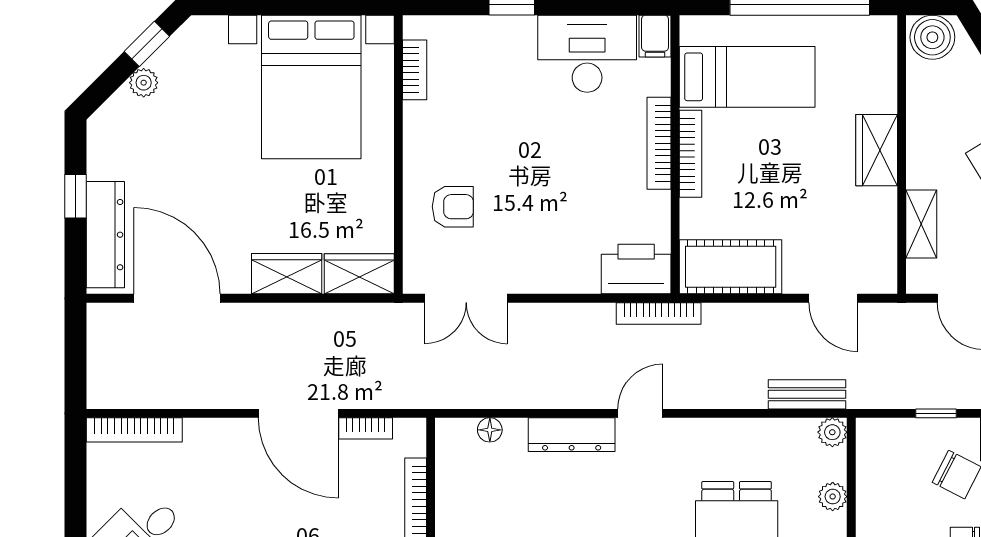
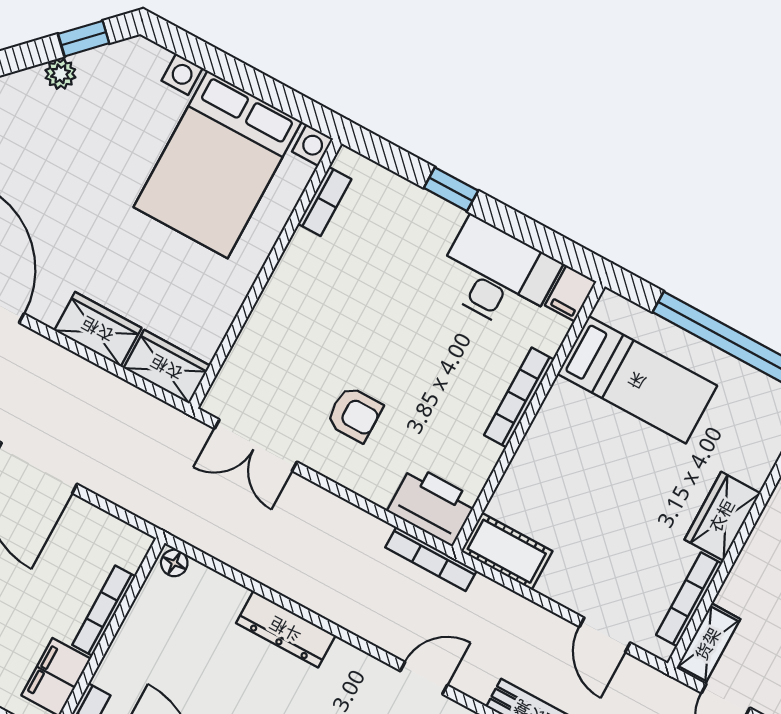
bookcase: (691, 154) -> (689, 599), moved, turned 180
armchair: (453, 207) -> (354, 414), moved
shelving: (921, 224) -> (708, 644), moved
cot: (731, 267) -> (507, 551), width x0.73, depth x0.75
door: (640, 413) -> (424, 678), moved
bookcase: (366, 428) -> (93, 517), removed
floor lamp: (490, 430) -> (174, 563), moved

